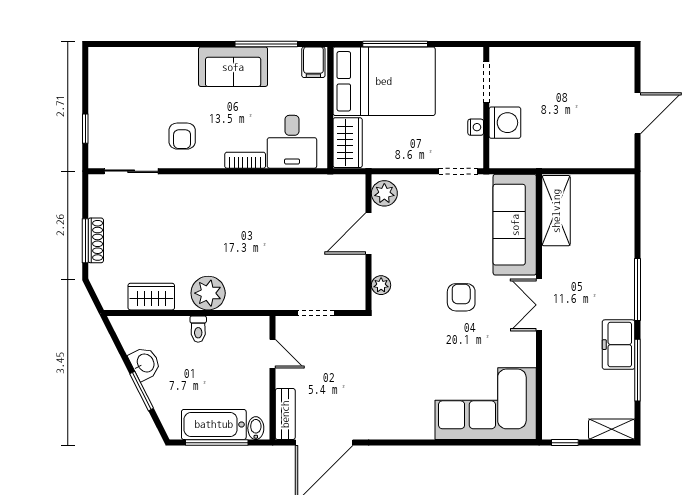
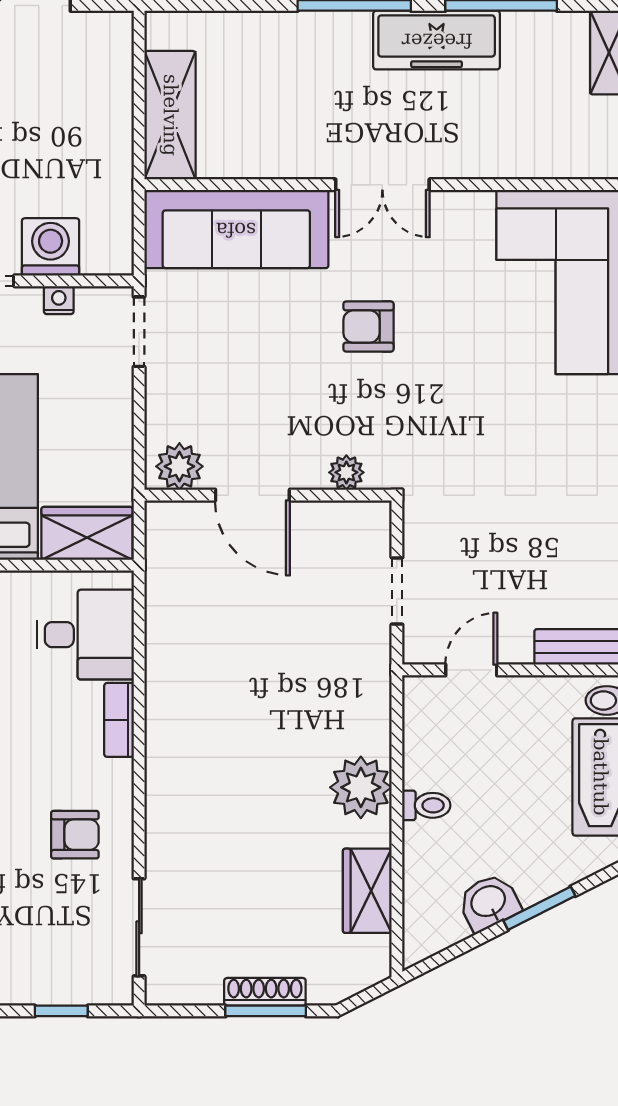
shelving: (556, 211) -> (170, 115), moved, turned 90
freezer: (619, 345) -> (437, 40), width x1.40

